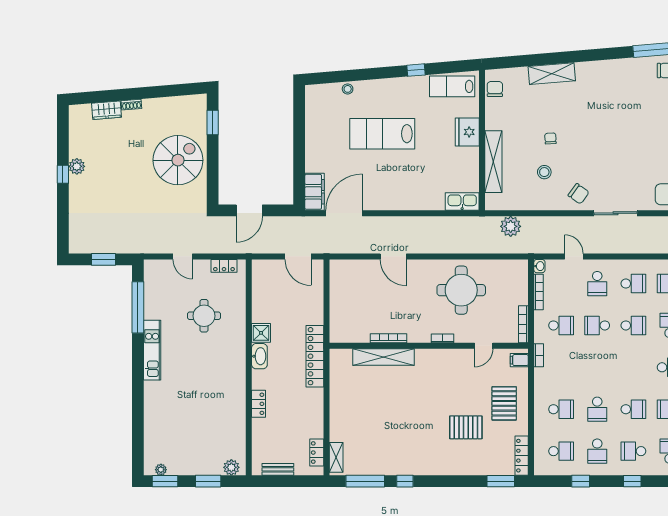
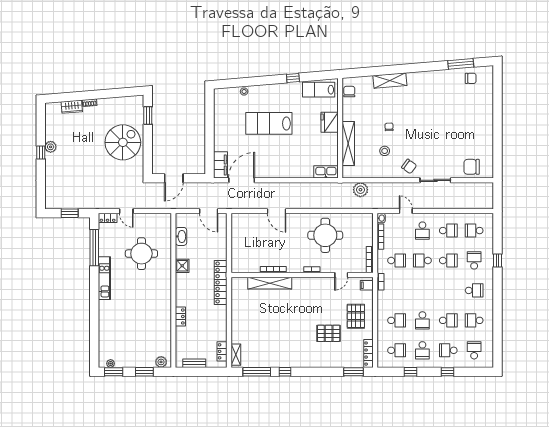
locker: (224, 266) -> (108, 218), moved
round table: (204, 316) -> (141, 254), width x1.36, depth x1.36
washbasin: (259, 356) -> (181, 236), moved

